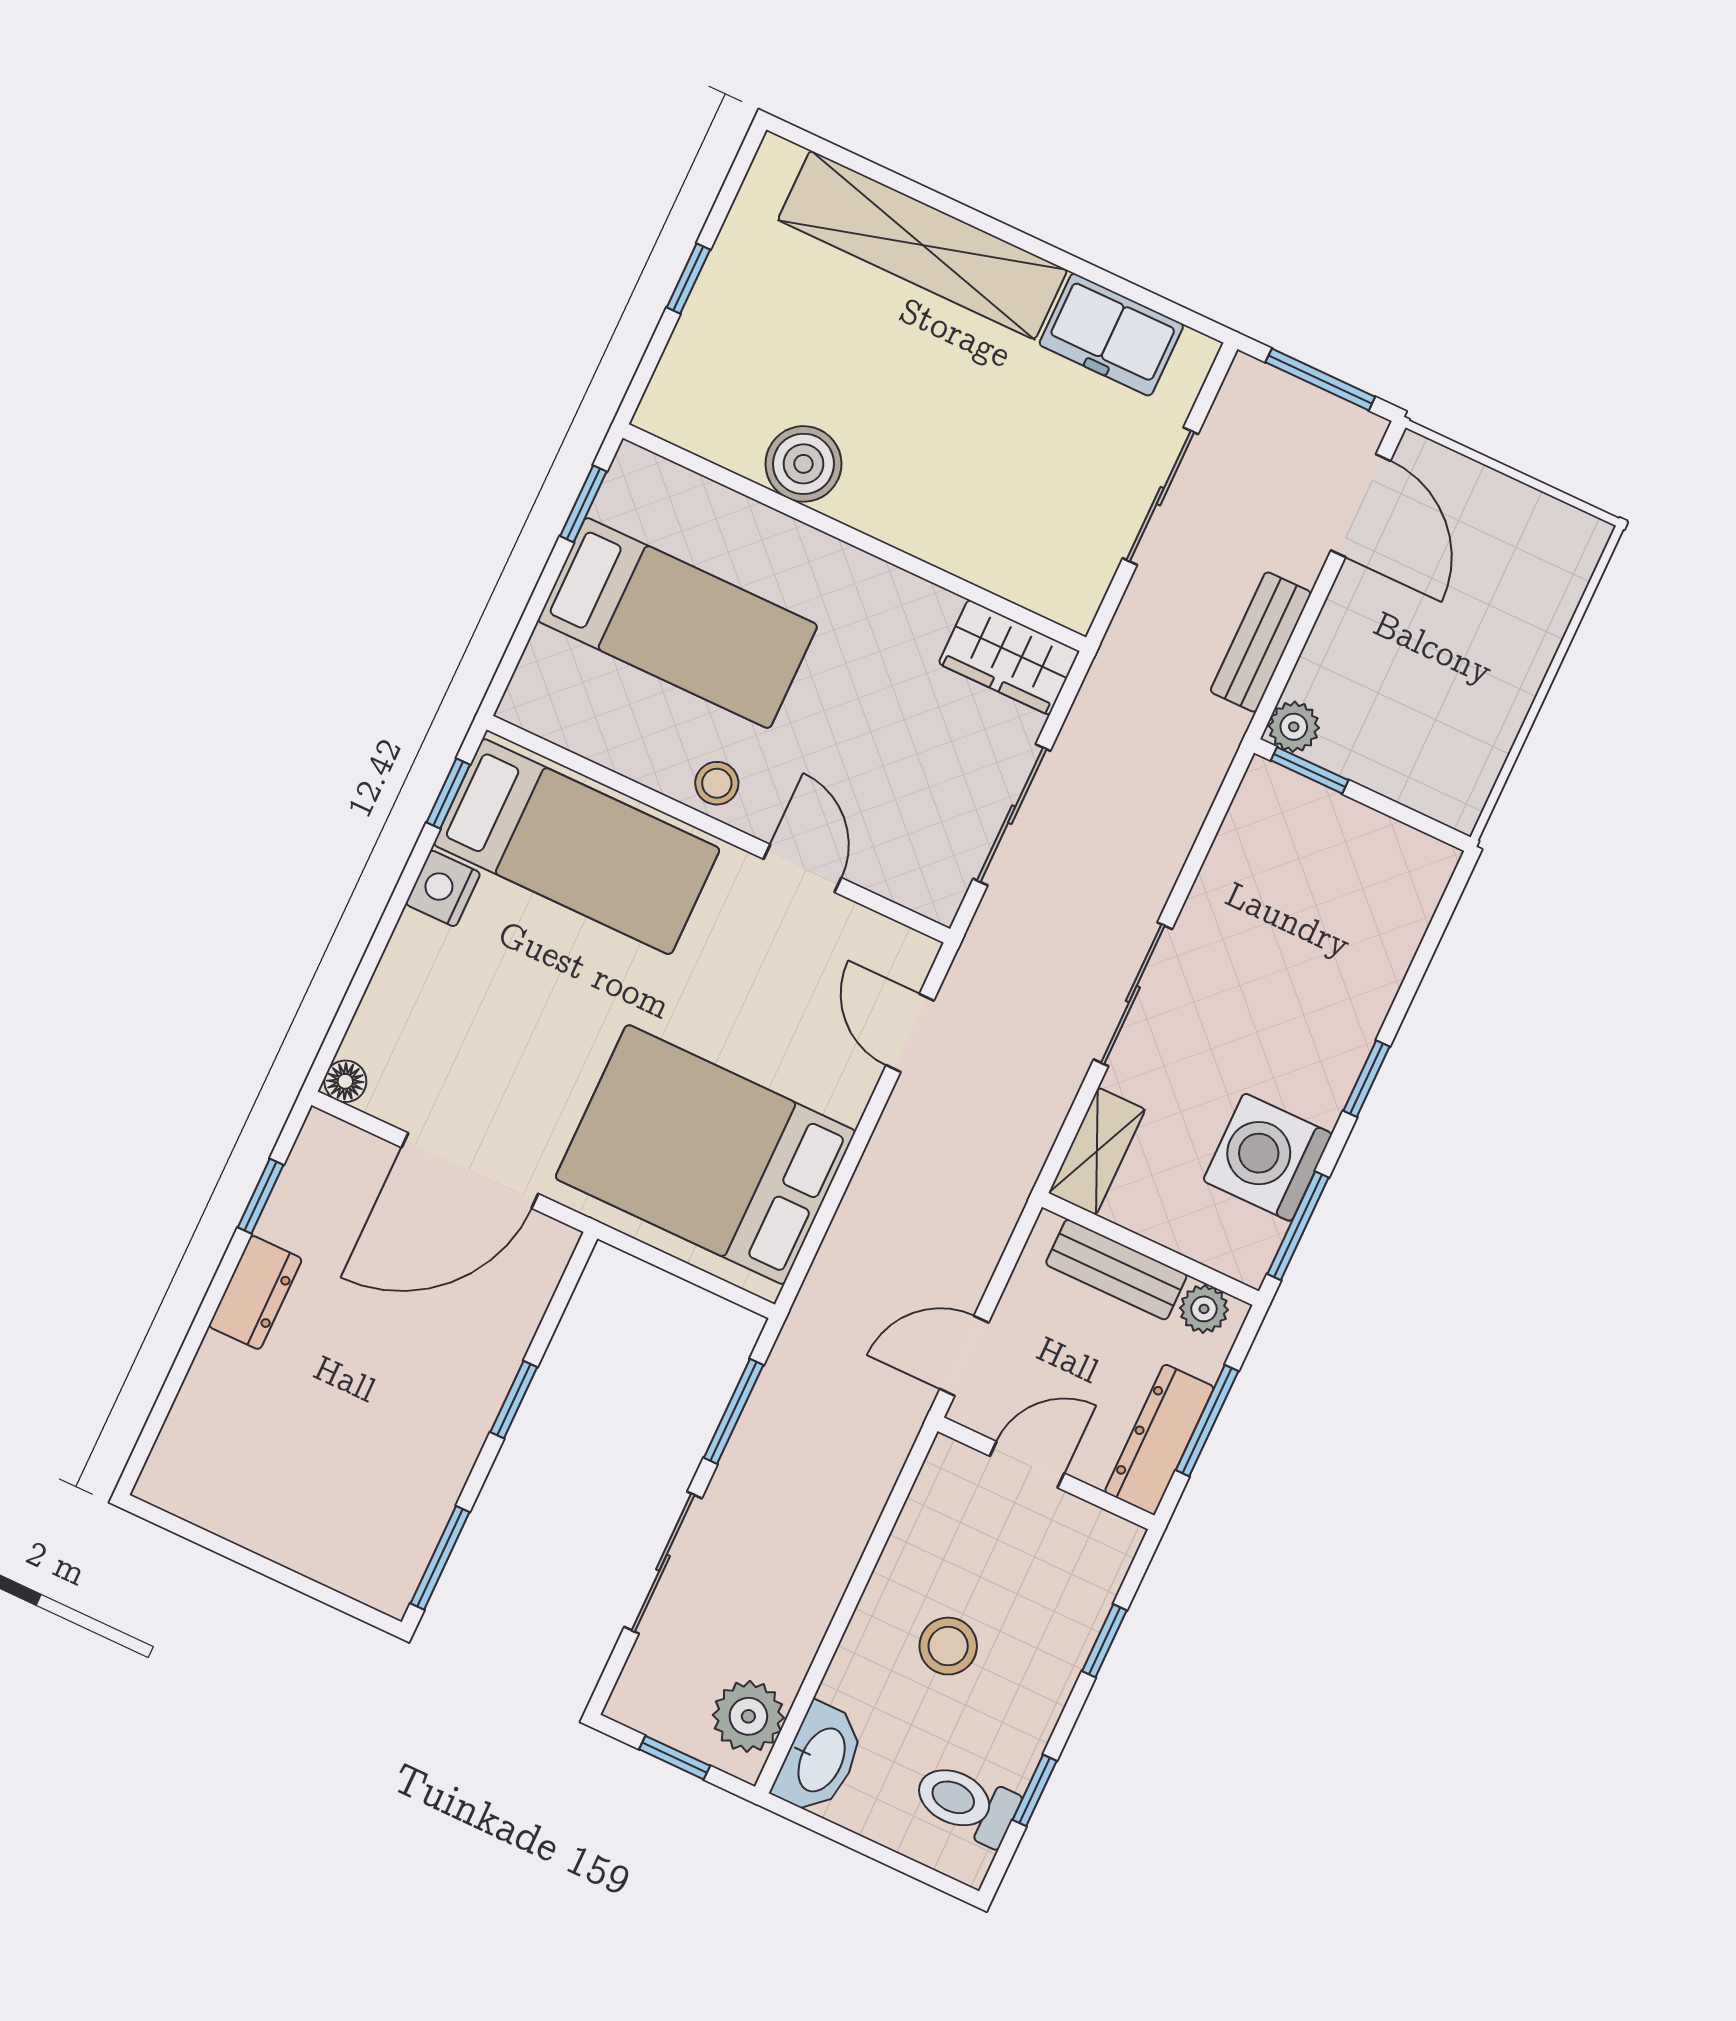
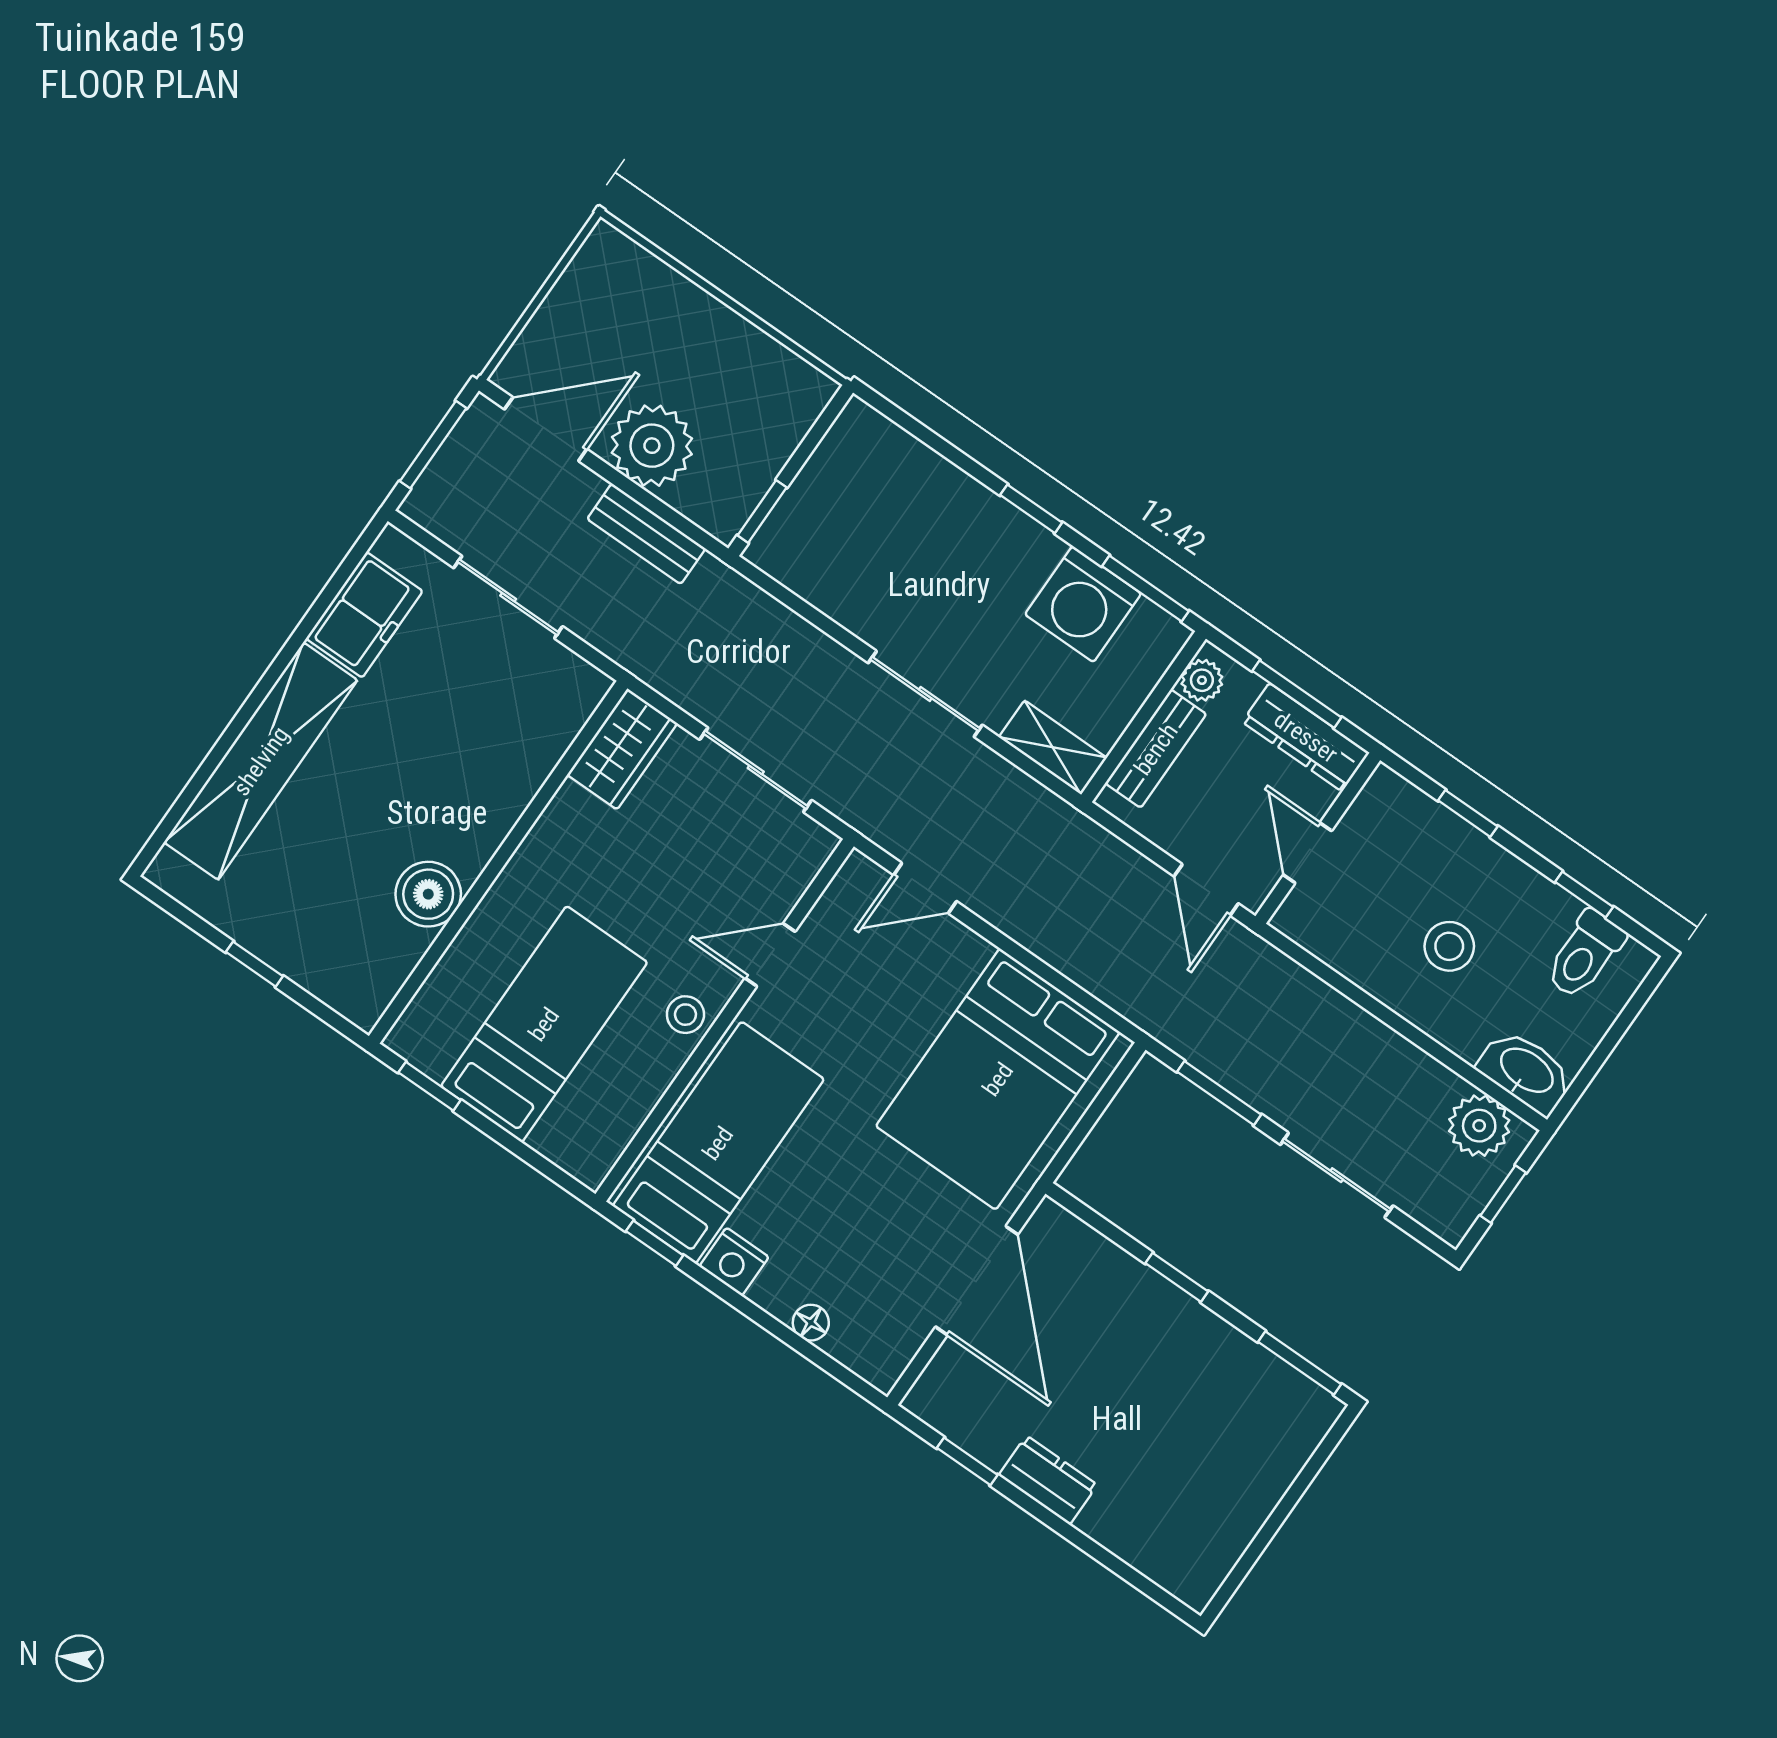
plant: (1294, 727) -> (652, 446), moved, width x1.87, depth x1.87
floor lamp: (345, 1081) -> (811, 1323), moved

